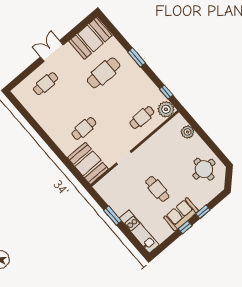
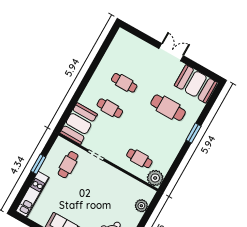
cafe table: (46, 84) -> (124, 83), moved
window: (166, 92) -> (171, 172), removed
cafe table: (157, 189) -> (68, 165), moved

